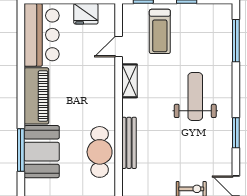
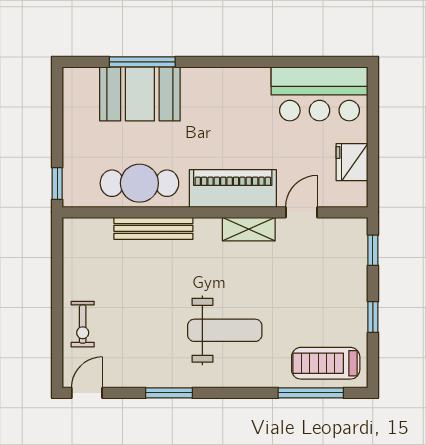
treadmill: (160, 31) -> (326, 363), moved
door: (119, 47) -> (301, 212), hinge flipped
piano: (36, 96) -> (233, 188), moved, turned 180

